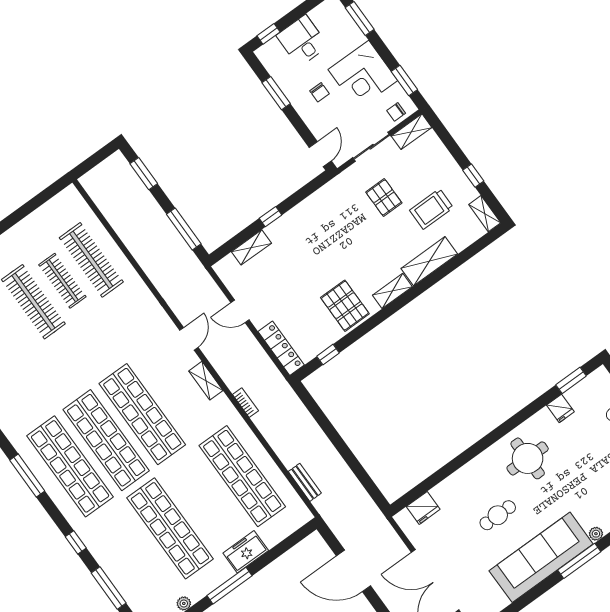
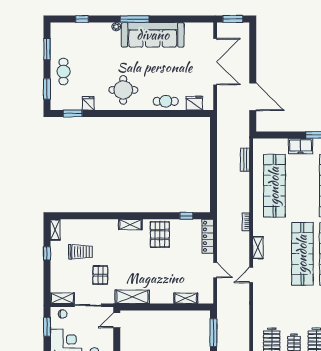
window: (270, 217) -> (165, 307), removed
shelving: (429, 261) -> (132, 297), moved
cafe table: (498, 515) -> (166, 101), moved

